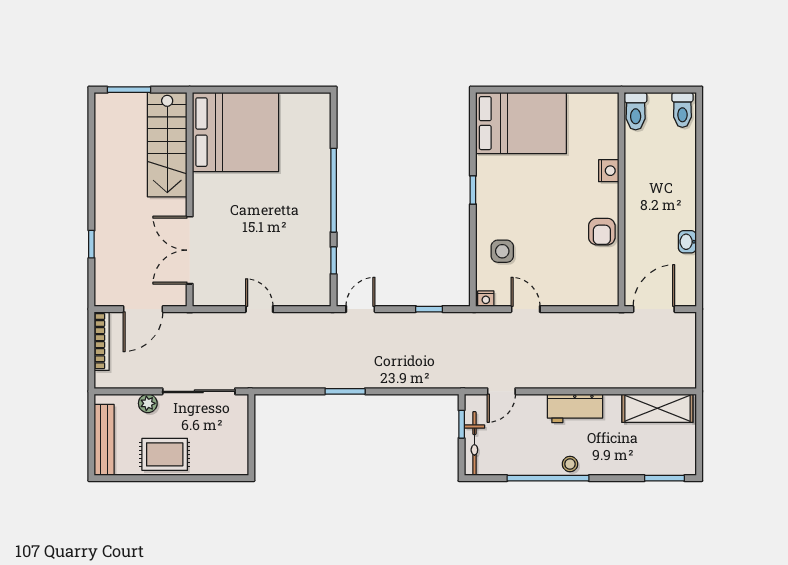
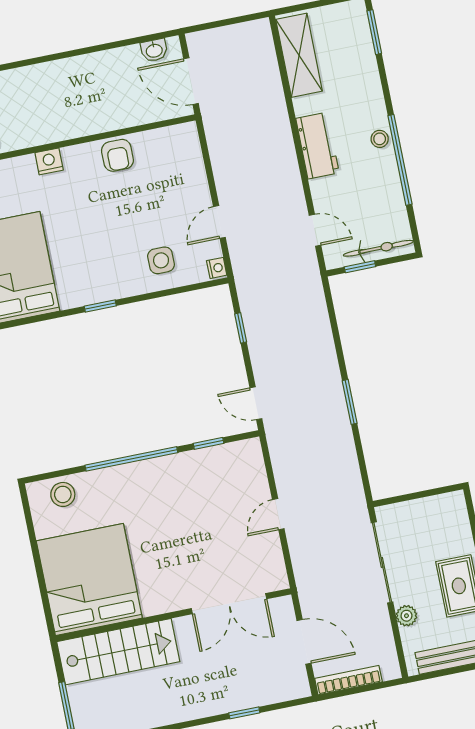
stool: (315, 124) -> (63, 494), added
armchair: (602, 232) -> (117, 155), turned 90
washbasin: (687, 242) -> (154, 50), moved

